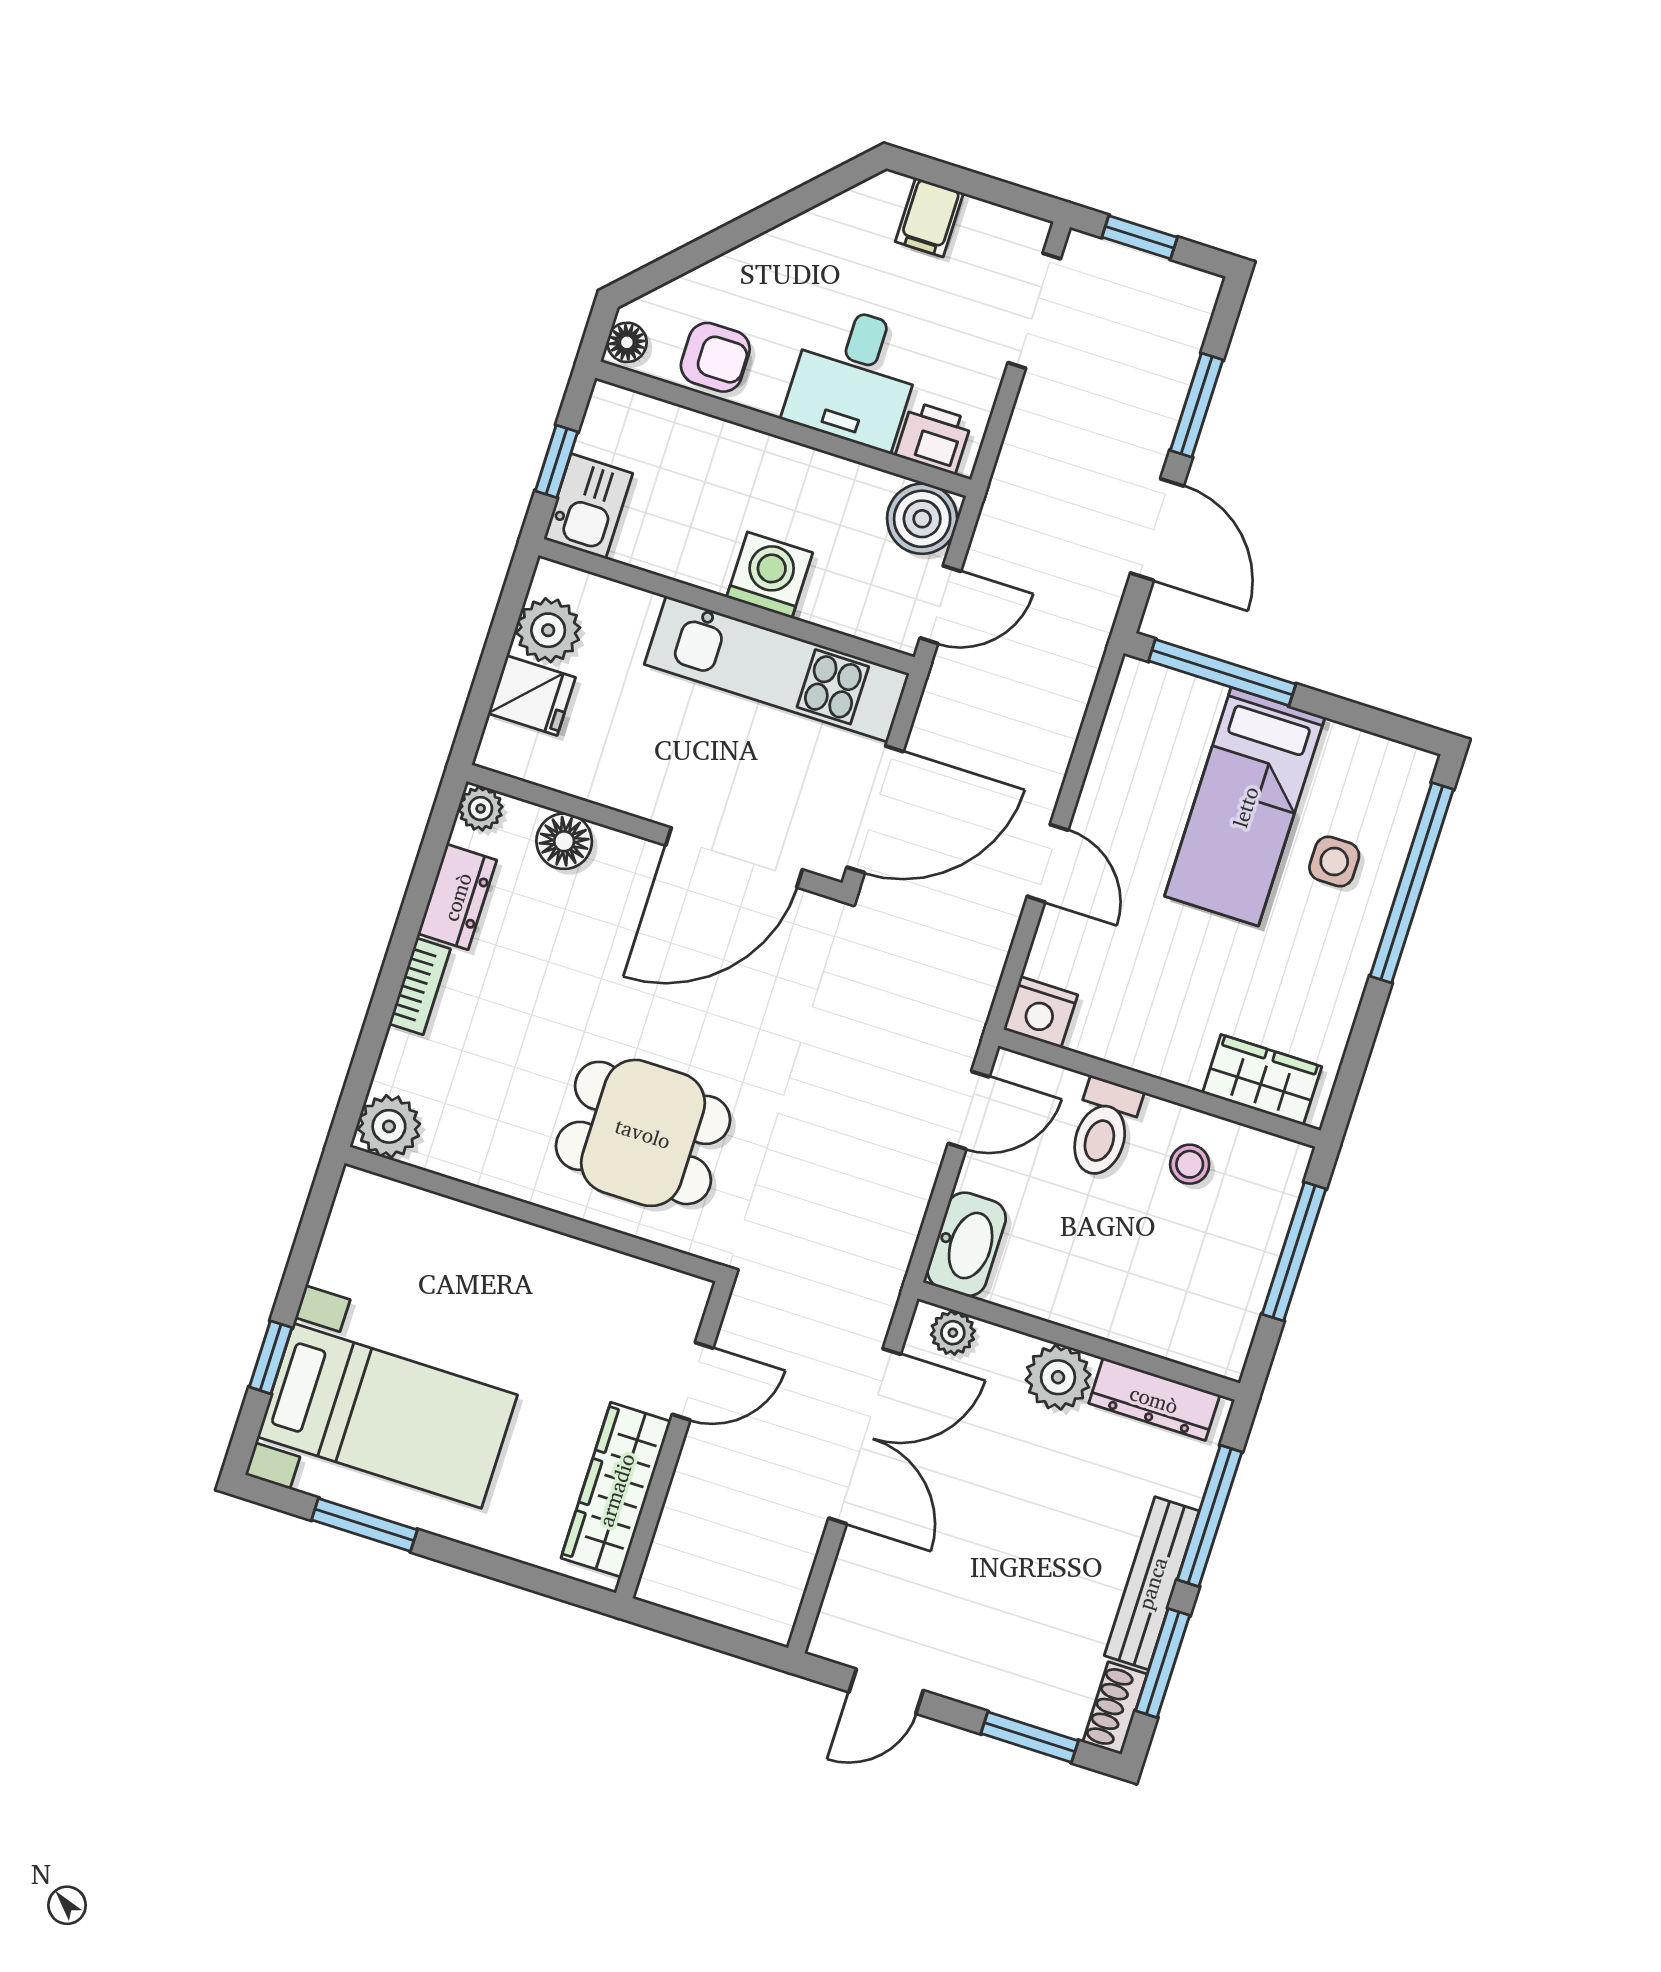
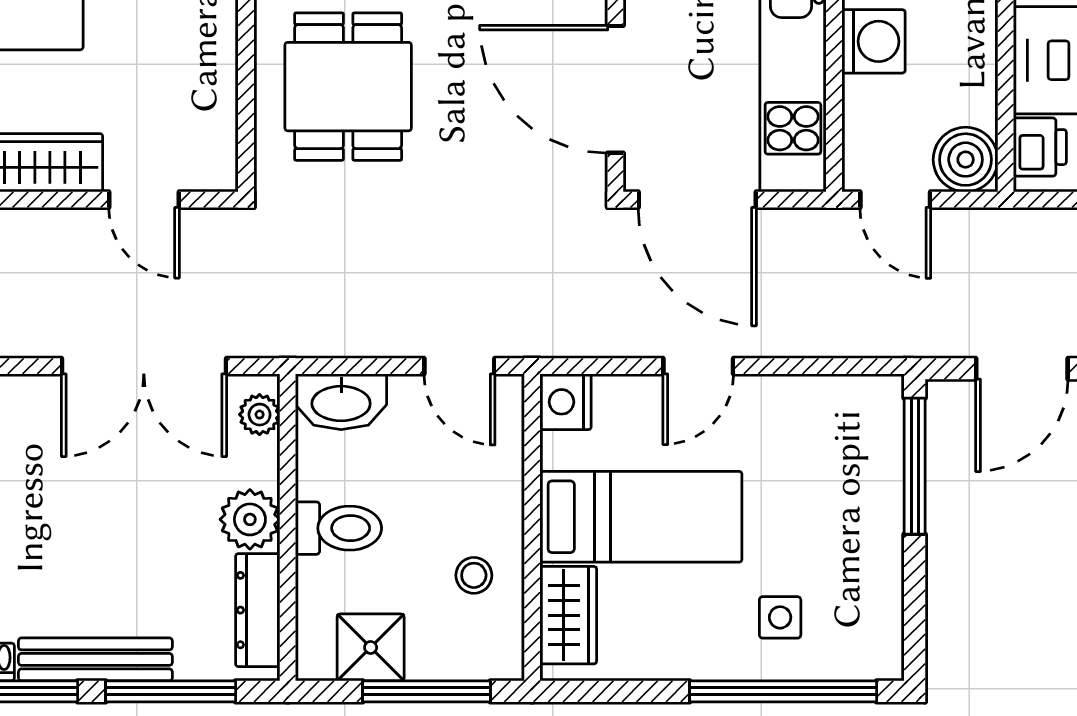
bed: (1245, 807) -> (641, 517), moved, turned 180
toilet: (1103, 1128) -> (339, 528), moved, turned 180
shower: (1230, 1295) -> (371, 647), added

